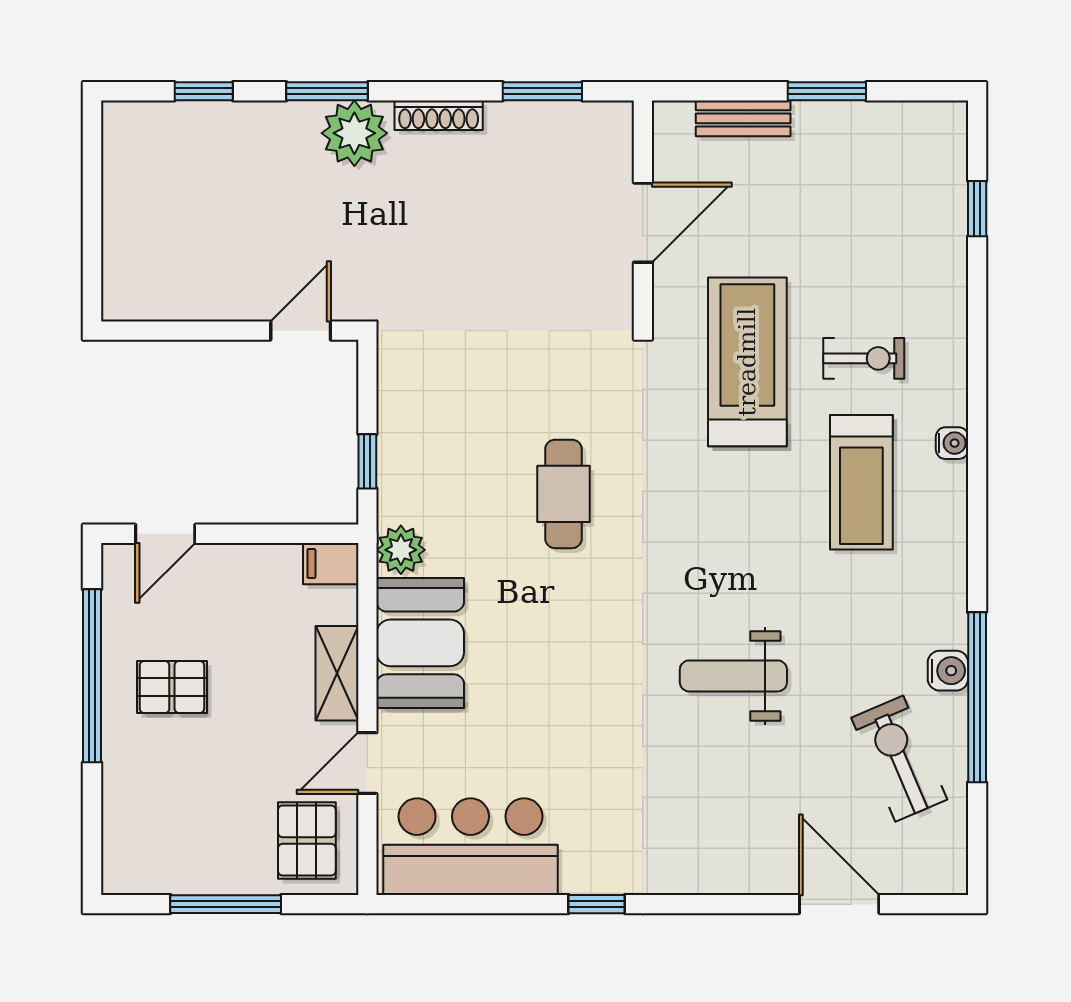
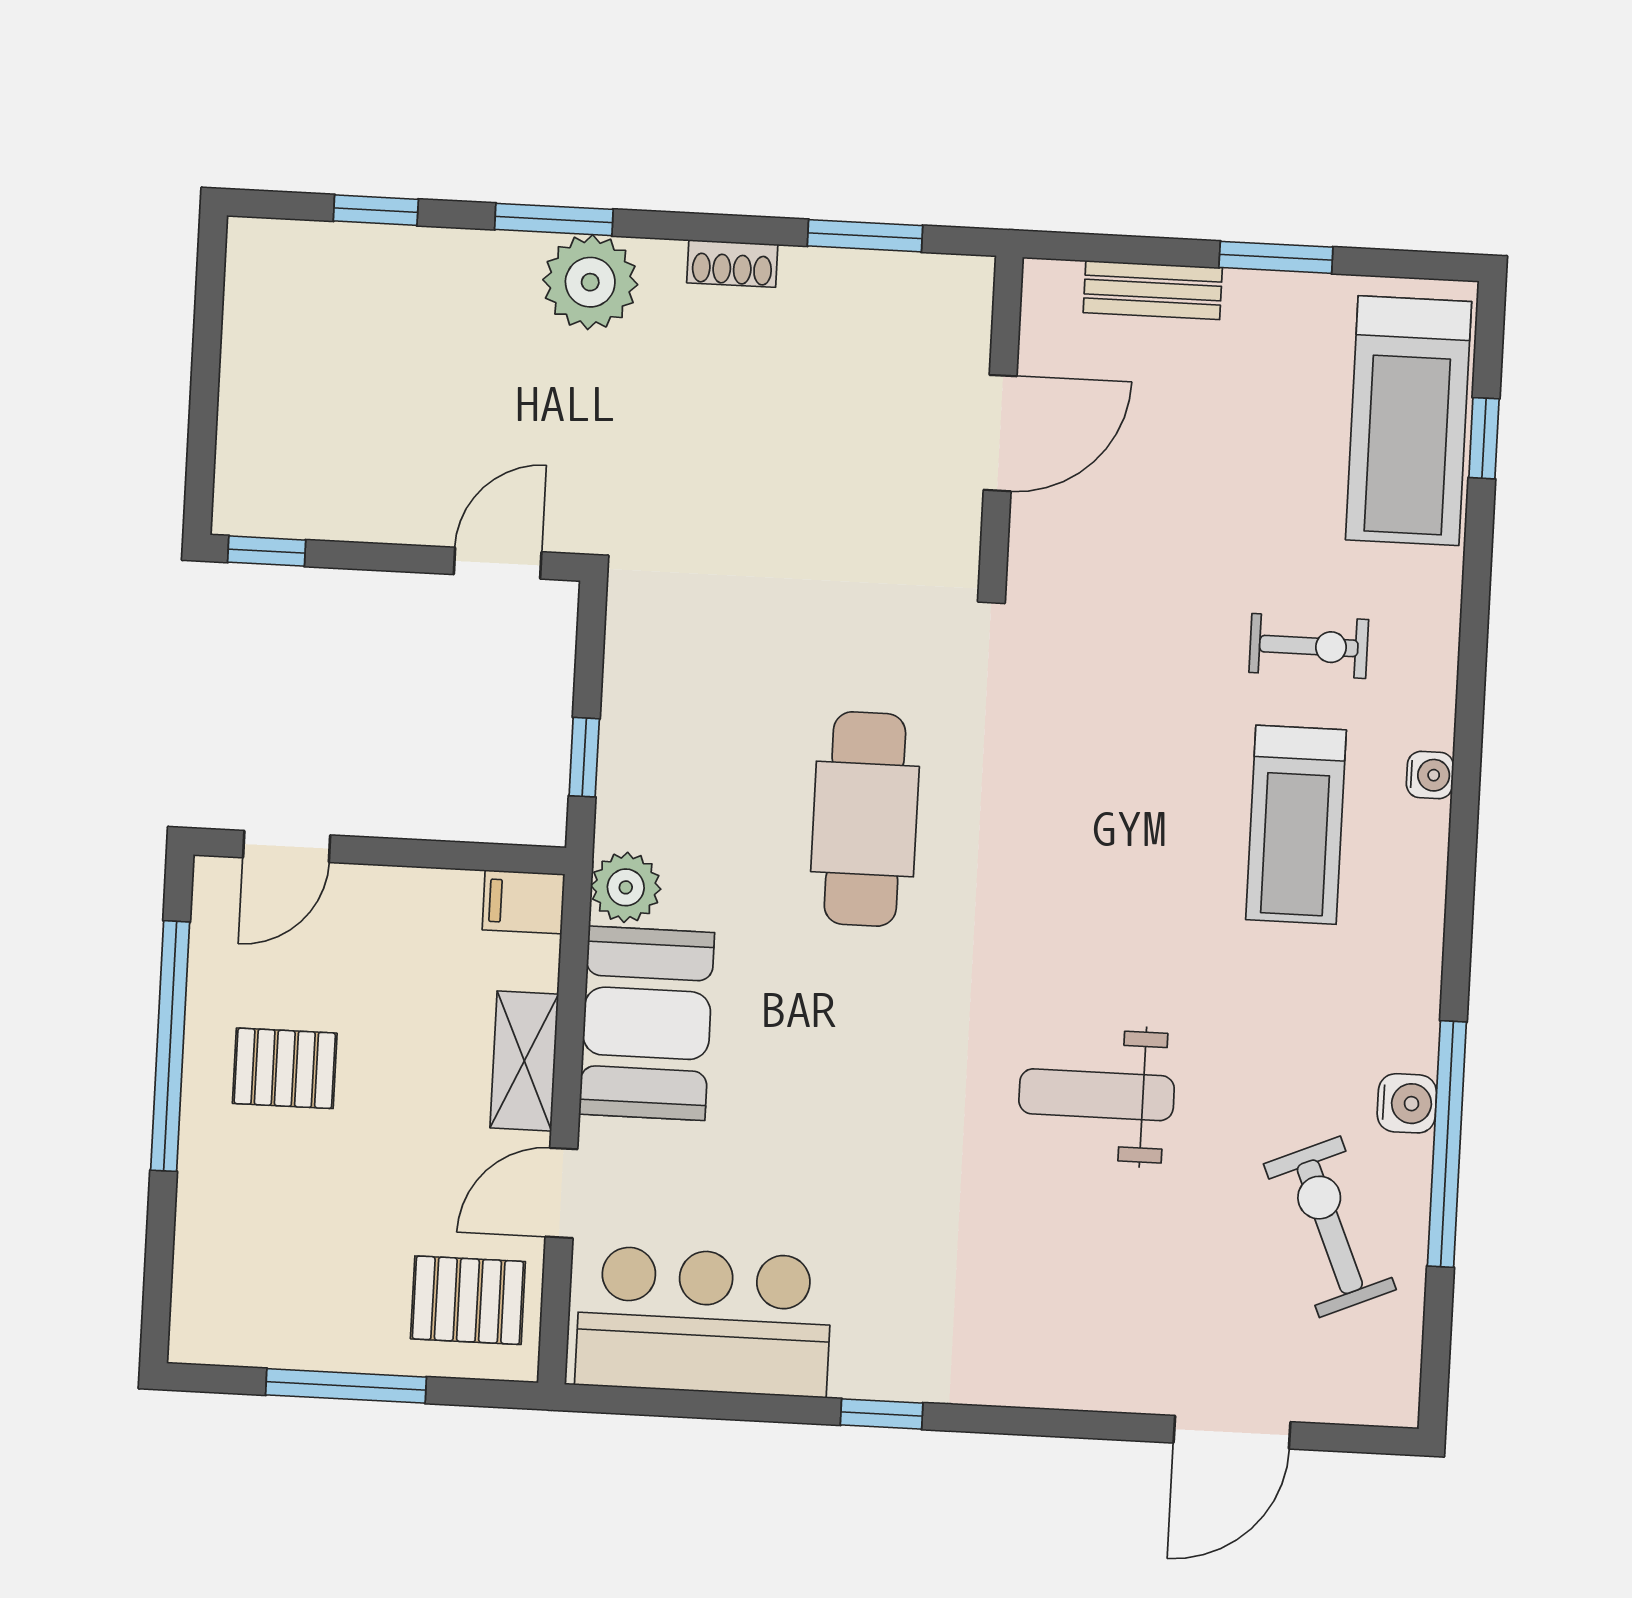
shoe rack: (439, 115) -> (732, 264), width x0.70
window: (141, 331) -> (267, 551), added
treadmill: (747, 362) -> (1409, 421), moved, turned 180
cafe table: (563, 494) -> (865, 819), width x1.37, depth x1.35
pallet: (307, 840) -> (468, 1300), turned 90
door: (839, 904) -> (1232, 1432), swing flipped

